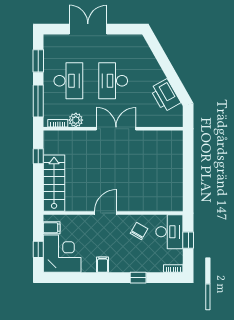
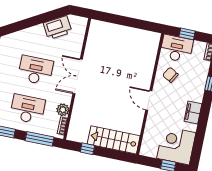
desk: (113, 81) -> (35, 70), turned 180
filing cabinet: (52, 228) -> (152, 150), removed
filing cabinet: (102, 265) -> (193, 113), width x2.00

